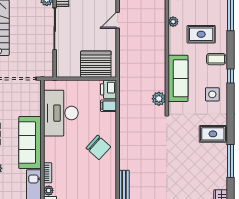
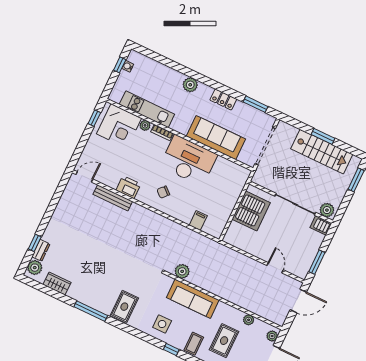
server rack: (96, 64) -> (251, 211), moved
printer: (108, 89) -> (128, 187), moved
desk: (61, 113) -> (189, 160), moved
sofa: (30, 143) -> (216, 138), moved
chair: (98, 147) -> (163, 192), width x0.54, depth x0.54

